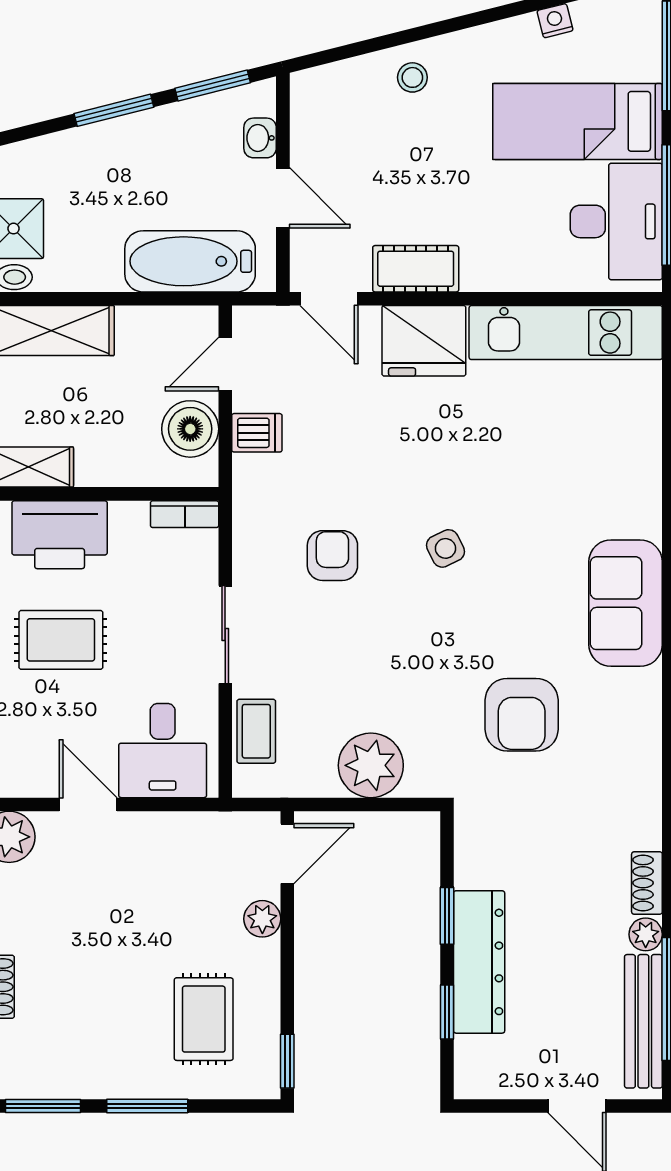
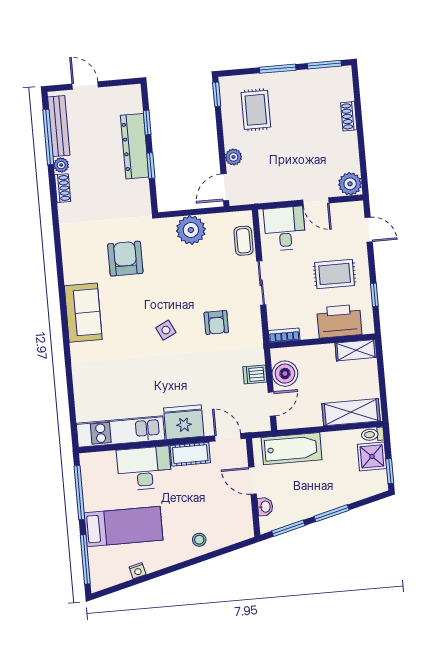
desk: (616, 221) -> (144, 468), moved, turned 90

